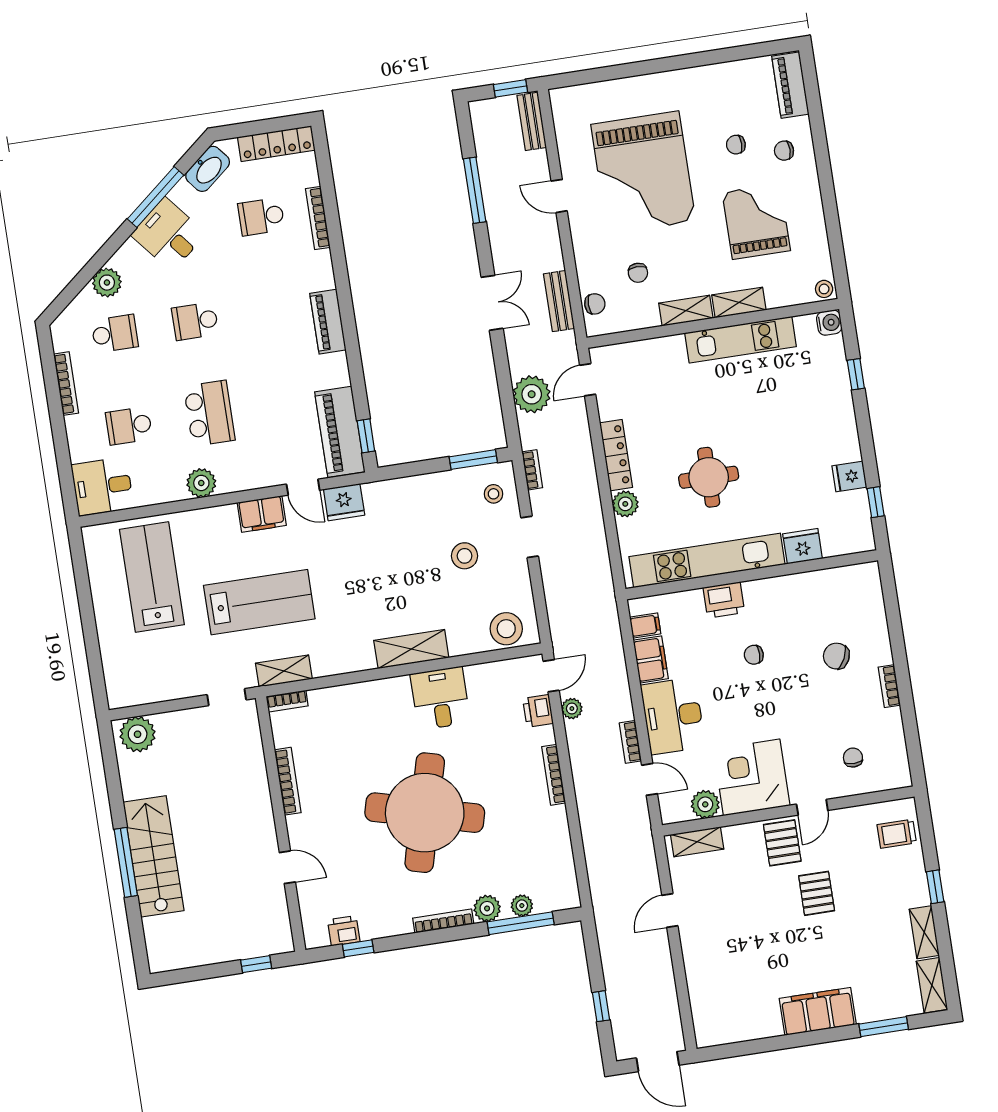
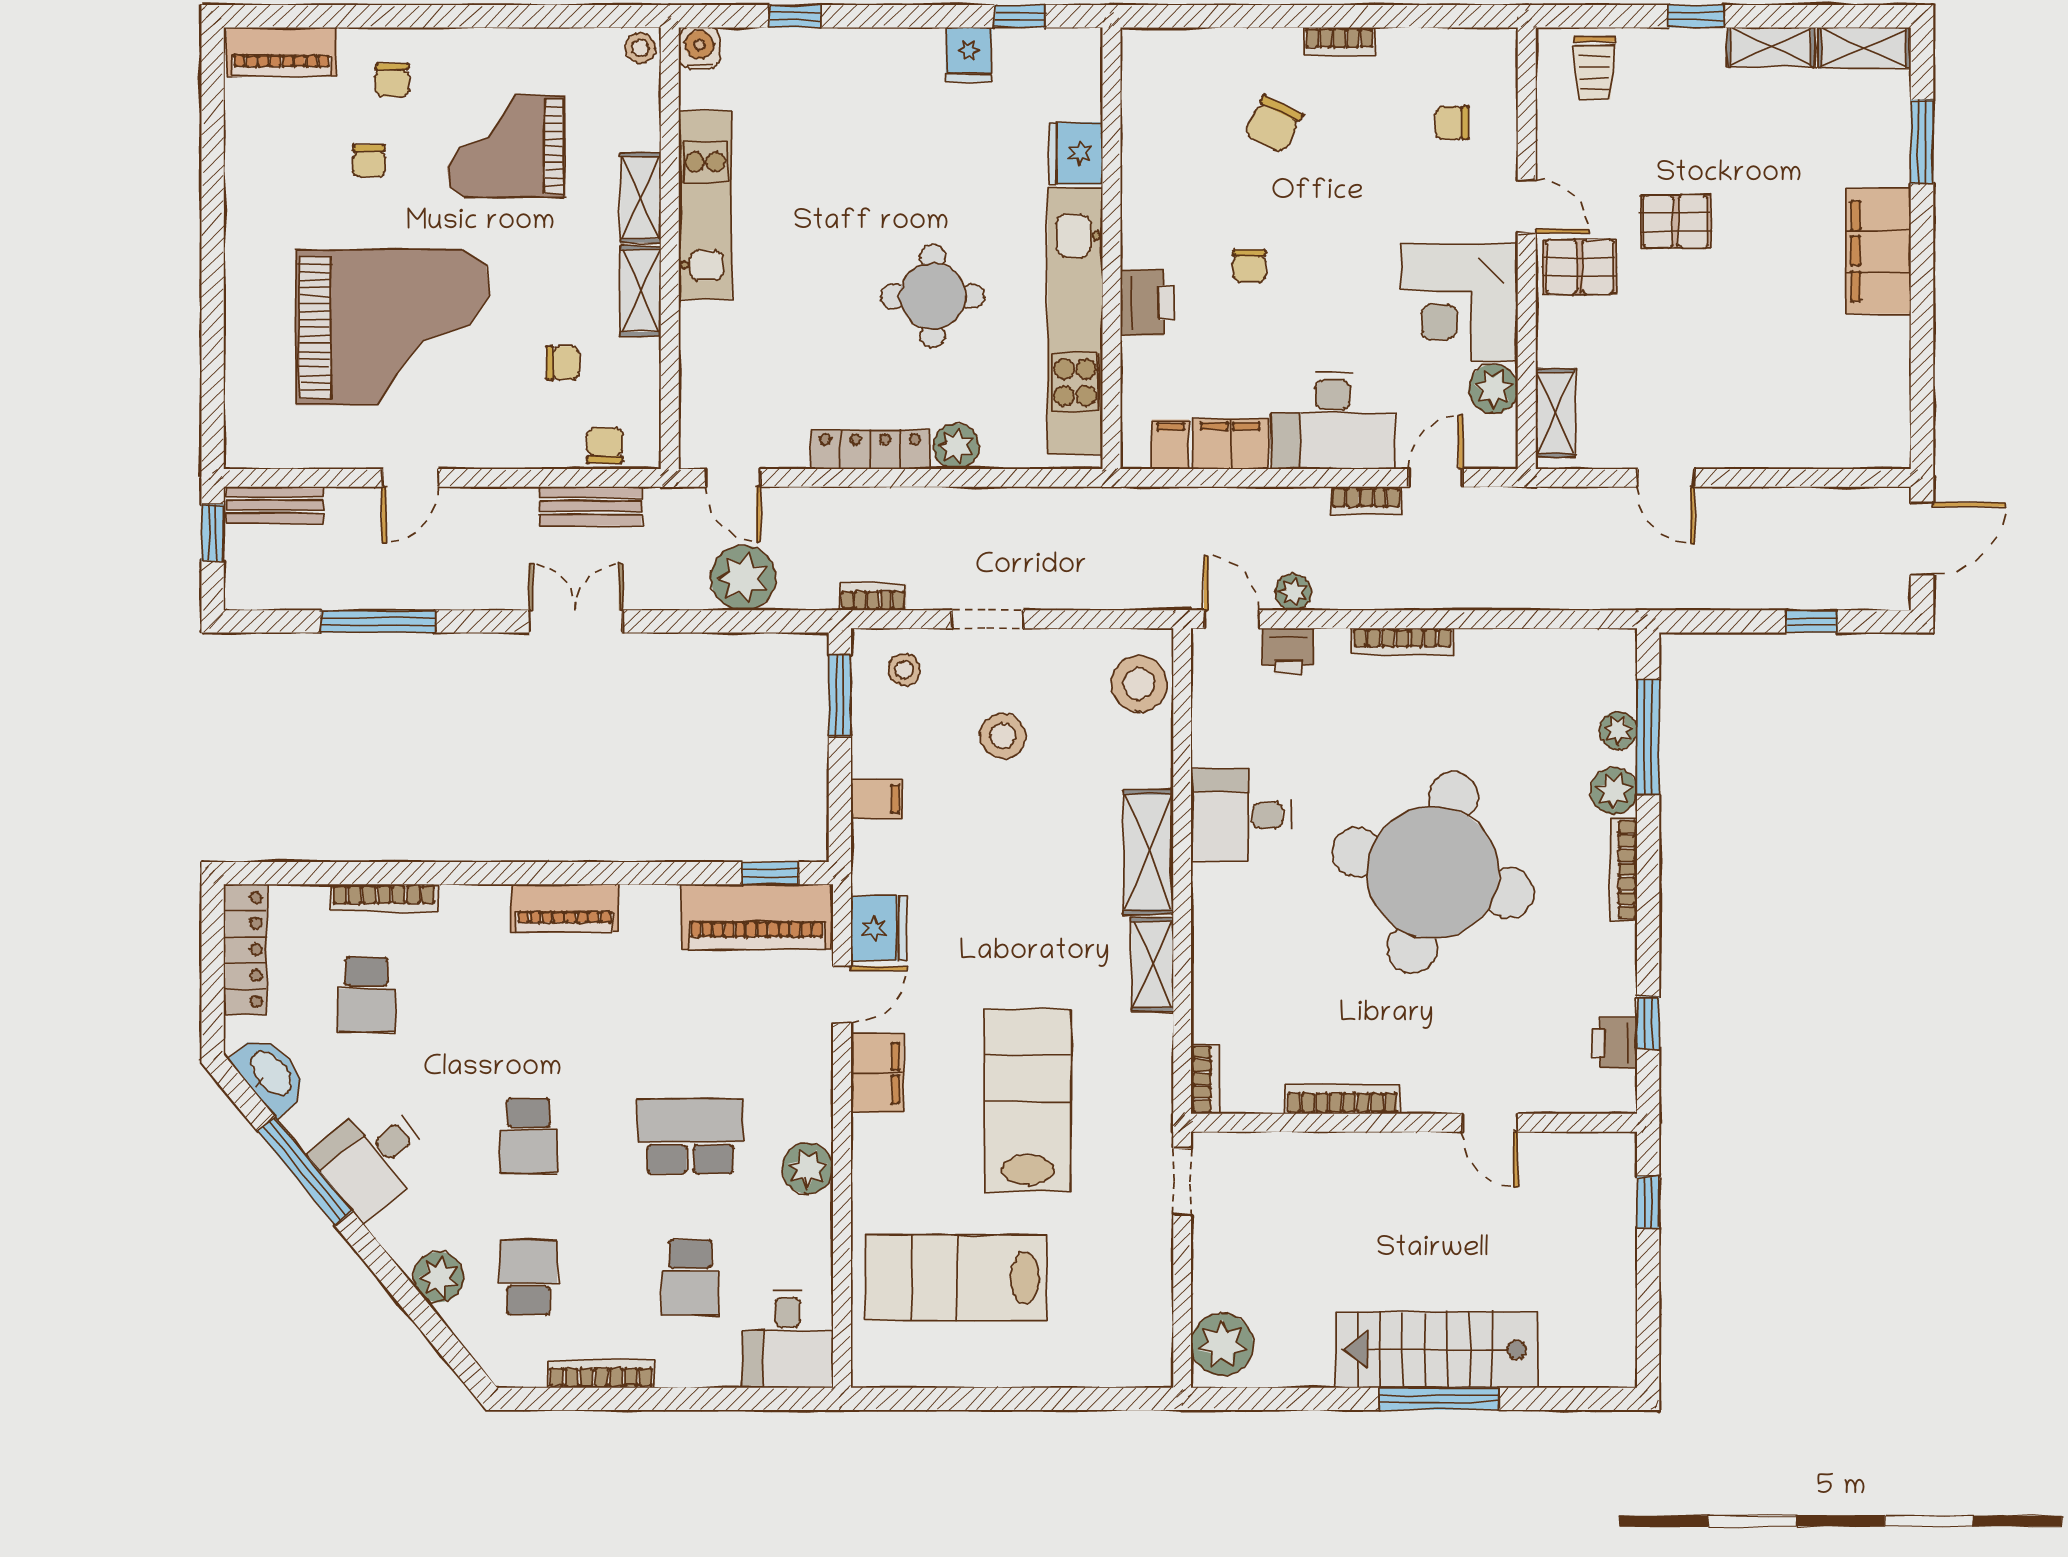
filing cabinet: (418, 490) -> (877, 799), added
shelving: (284, 671) -> (1152, 964), moved
door: (287, 867) -> (1490, 1123), swing flipped

